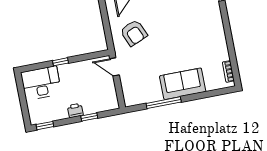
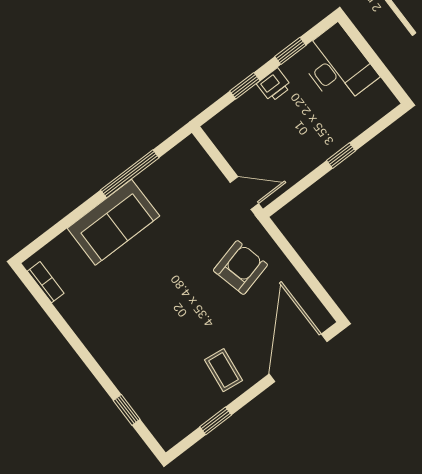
armchair: (134, 33) -> (240, 268), turned 99
desk: (41, 83) -> (337, 66), moved, turned -90
window: (45, 126) -> (290, 51), moved

